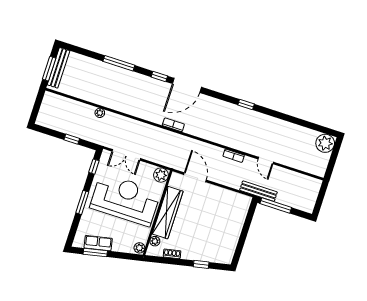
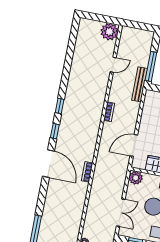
window: (159, 76) -> (55, 131), moved
plant: (325, 143) -> (109, 32), moved
door: (266, 161) -> (113, 65), moved

